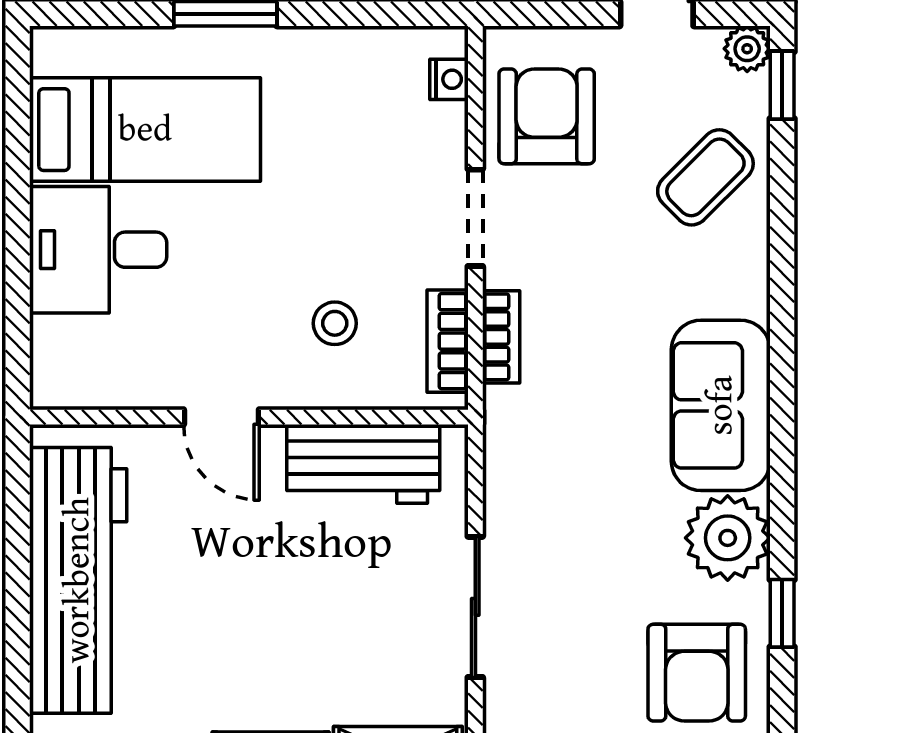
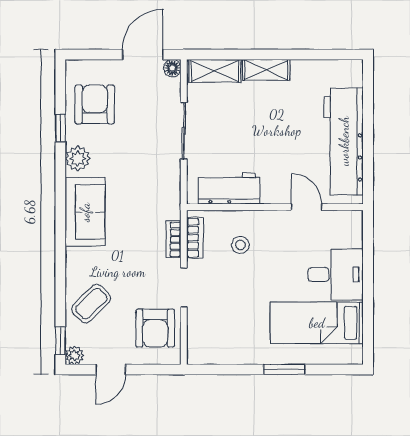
nightstand: (449, 79) -> (194, 343), removed
door: (221, 417) -> (307, 207), moved
plant: (728, 538) -> (78, 159), width x0.73, depth x0.73

